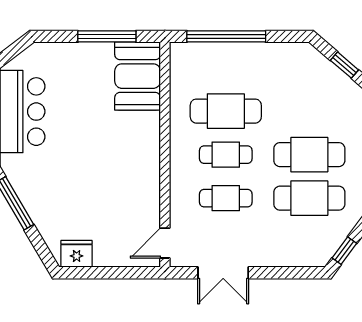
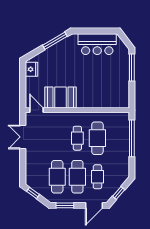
window: (107, 36) -> (132, 68), moved
booth: (138, 76) -> (61, 97), moved
cafe table: (226, 198) -> (97, 177), moved

